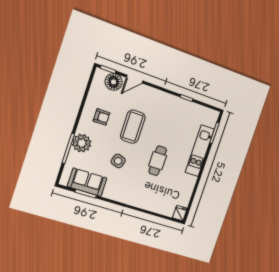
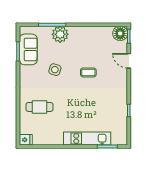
floor lamp: (114, 82) -> (120, 33), moved
armchair: (102, 117) -> (88, 44), removed
coffee table: (133, 127) -> (88, 72), width x0.54, depth x0.58
cafe table: (158, 161) -> (40, 107), moved

